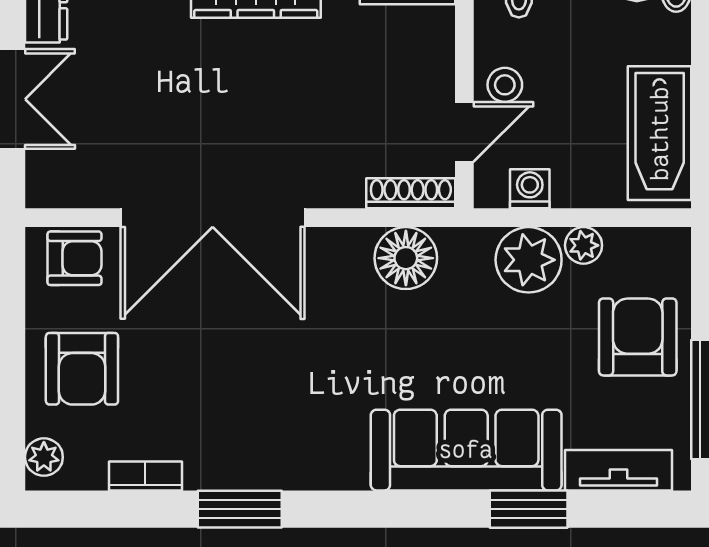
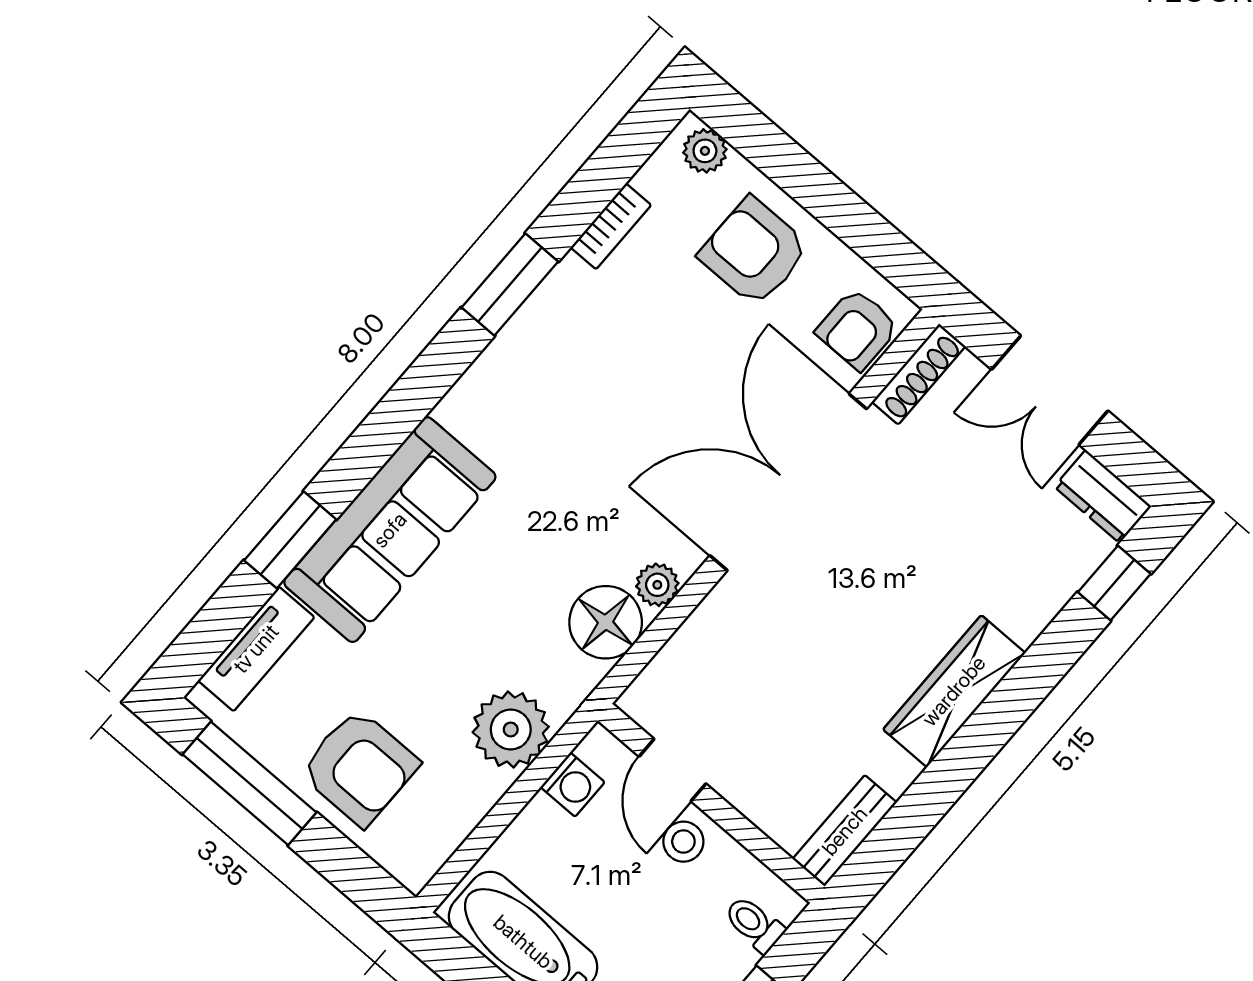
shoe rack: (411, 193) -> (919, 374), moved
plant: (584, 245) -> (657, 585), moved

